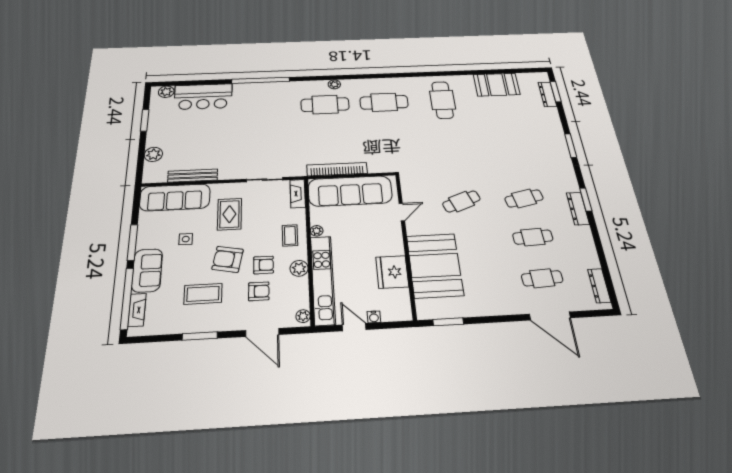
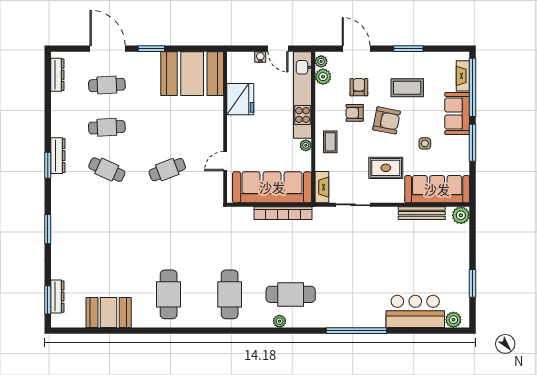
cafe table: (384, 102) -> (230, 294), turned 90
plant: (153, 154) -> (461, 215), moved
cafe table: (524, 198) -> (107, 170), turned 36
rug: (229, 214) -> (386, 168), turned 90
booth: (435, 265) -> (192, 74), moved, turned 90
plant: (299, 268) -> (323, 77), moved
armchair: (259, 291) -> (359, 87), turned 90
window: (448, 322) -> (151, 49), moved

